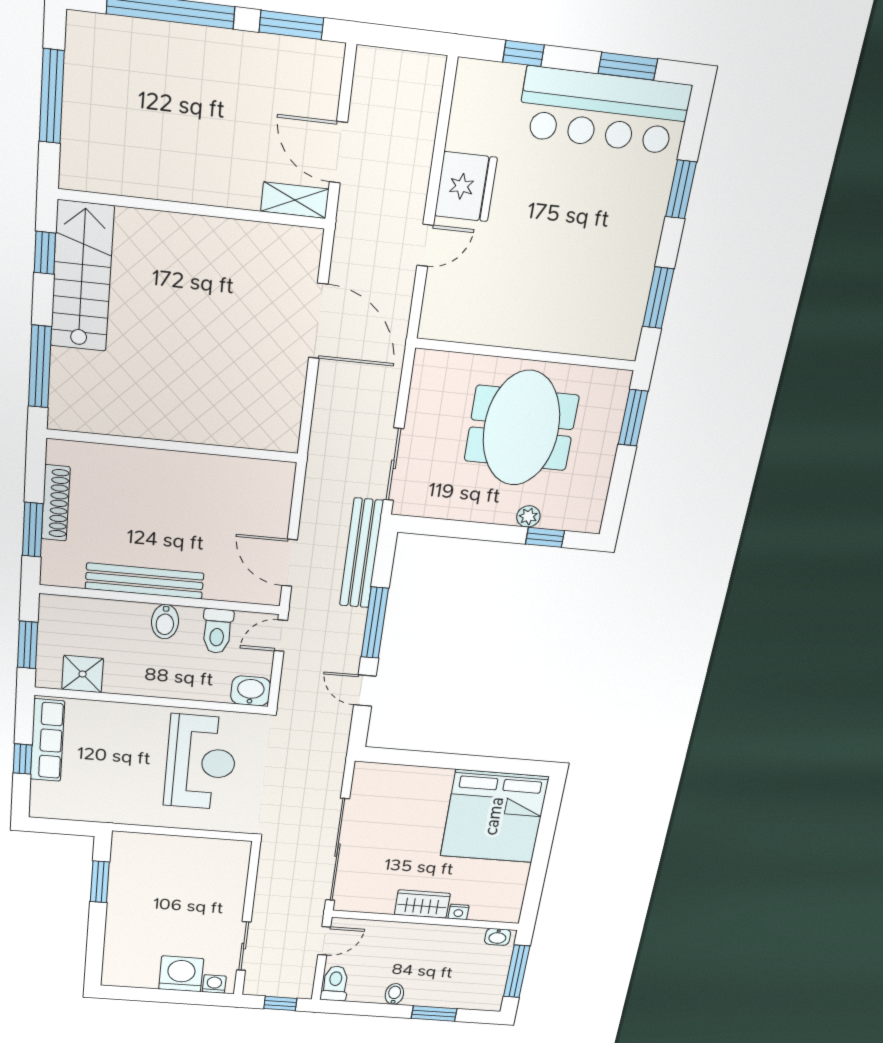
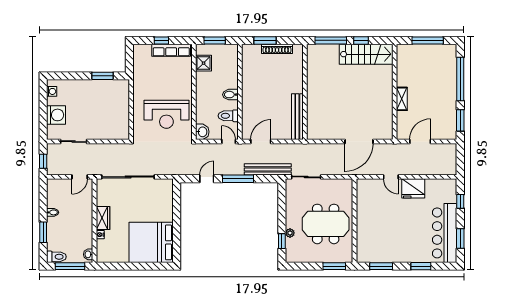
shelving: (295, 200) -> (402, 99), moved
window: (45, 253) -> (361, 40), moved
bench: (144, 581) -> (297, 117), moved
door: (324, 941) -> (80, 177), hinge flipped
washing machine: (214, 984) -> (52, 91), moved
toilet: (335, 984) -> (56, 257), moved

